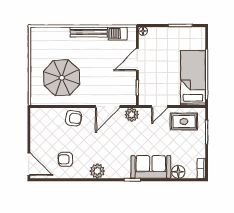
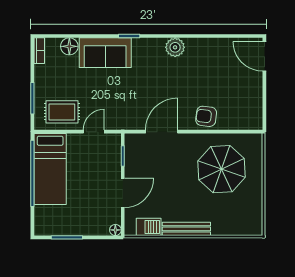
plant: (132, 115) -> (130, 121), removed
armchair: (65, 159) -> (217, 63), removed

